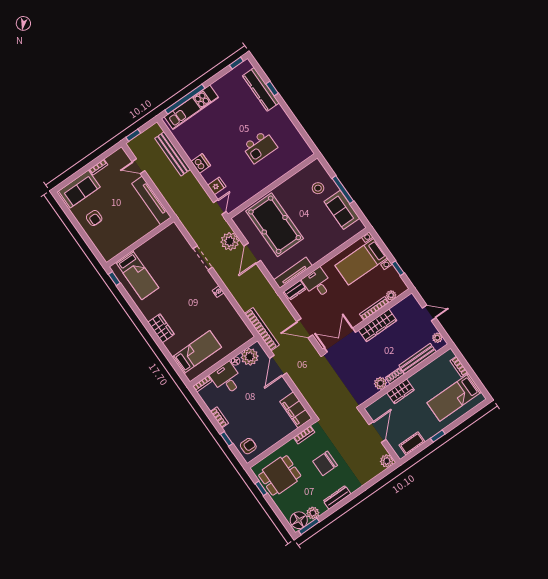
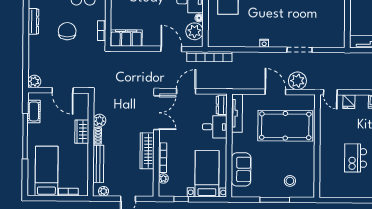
sofa: (342, 210) -> (241, 169), moved, turned 90
window: (438, 436) -> (25, 136), width x3.17

